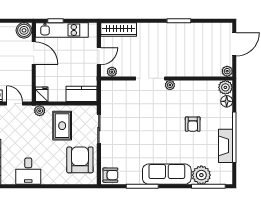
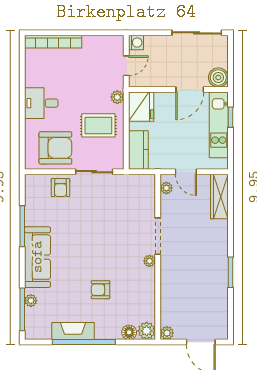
fridge: (42, 94) -> (141, 107), width x1.88, depth x1.34
desk: (28, 171) -> (41, 103), moved
armchair: (110, 175) -> (61, 188), moved
plant: (201, 175) -> (31, 301), width x0.53, depth x0.53

